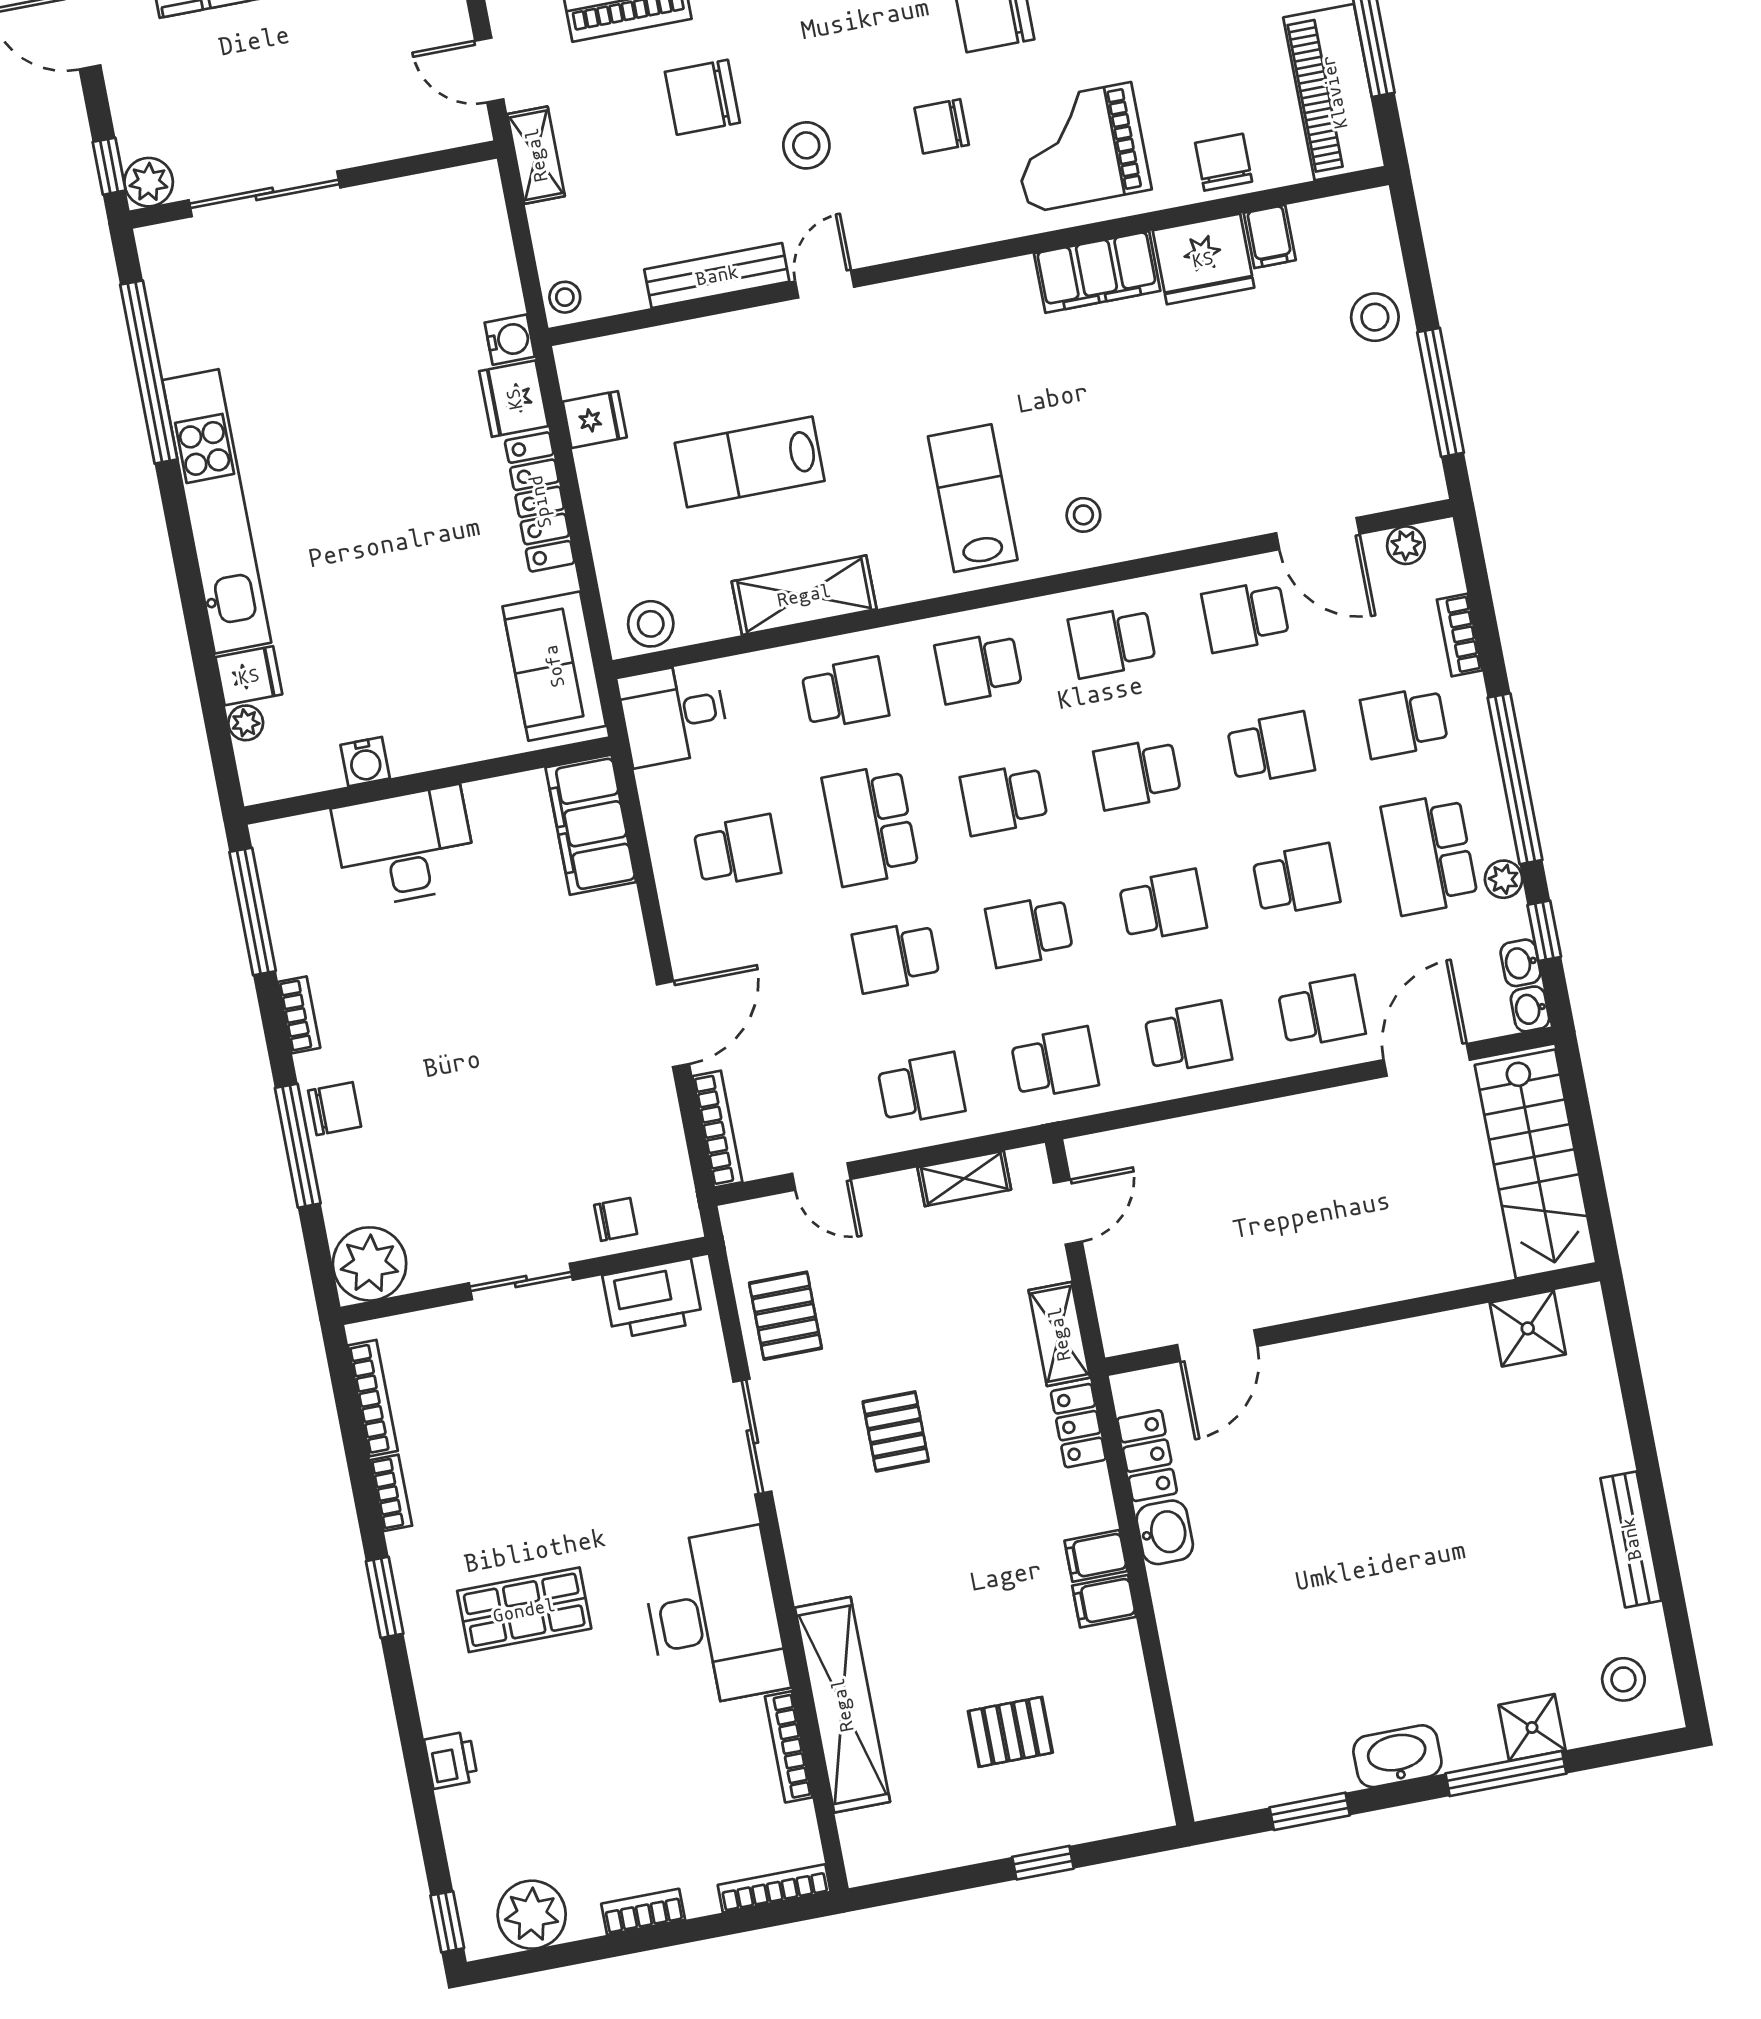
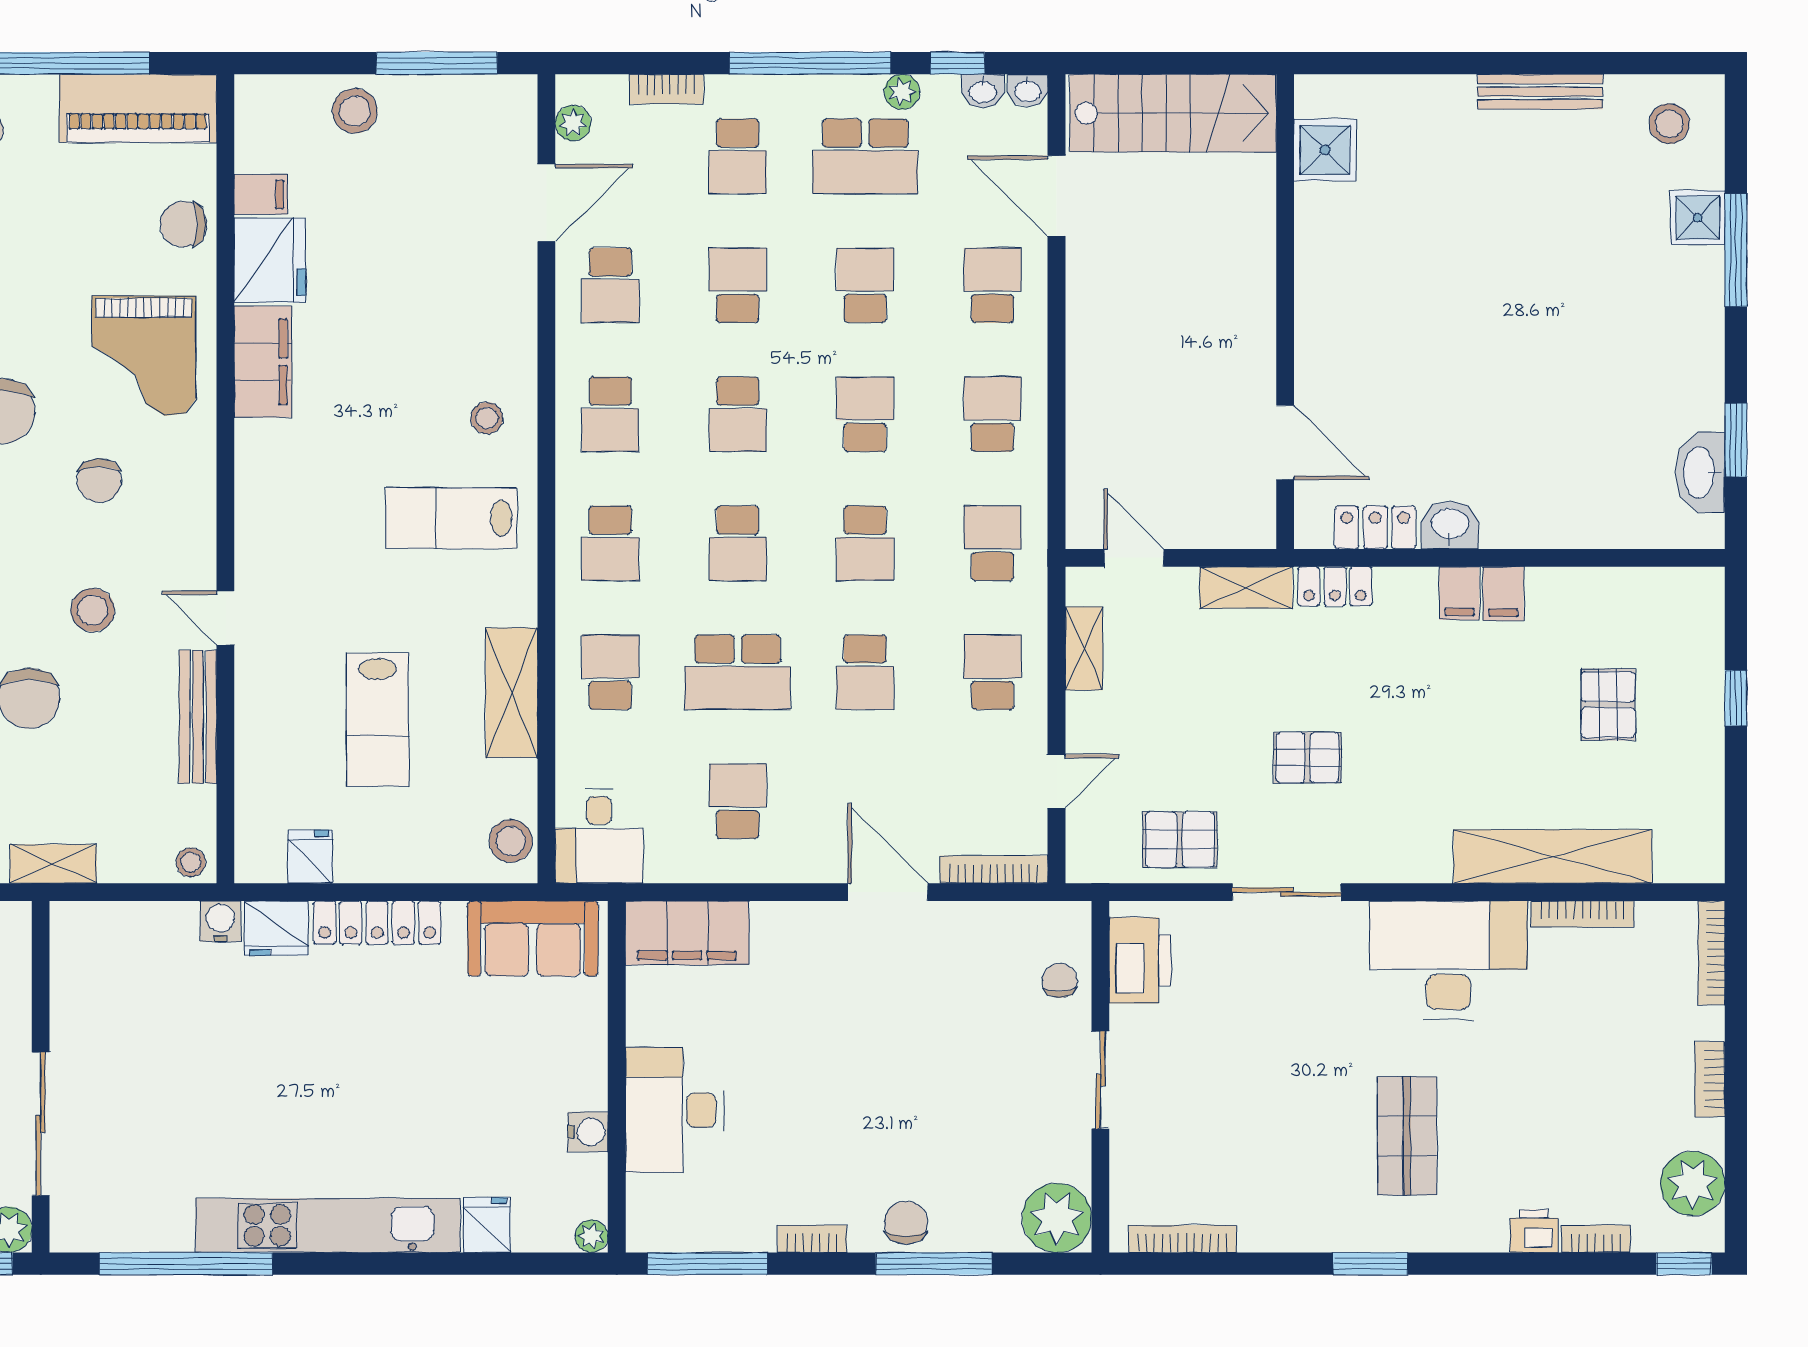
plant: (246, 723) -> (591, 1236), moved
bookcase: (391, 1493) -> (1596, 1239), moved
washbasin: (1397, 1756) -> (1700, 472), moved

